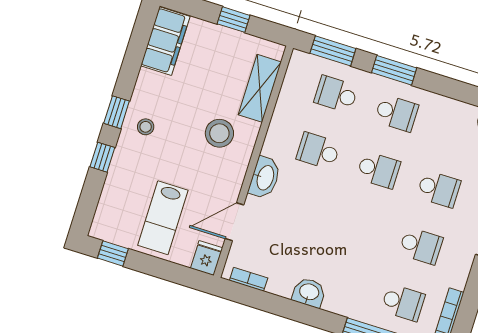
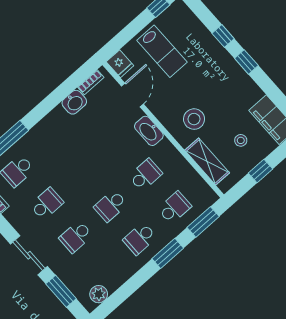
stool: (146, 127) -> (241, 140), moved
lab bench: (163, 218) -> (162, 51), turned 180
school desk: (421, 246) -> (47, 204), turned 180
washbasin: (309, 292) -> (74, 102), moved

